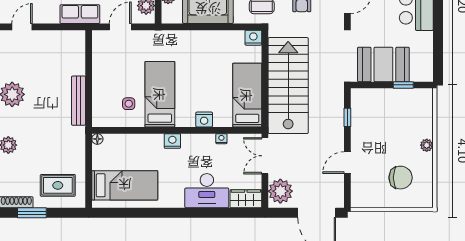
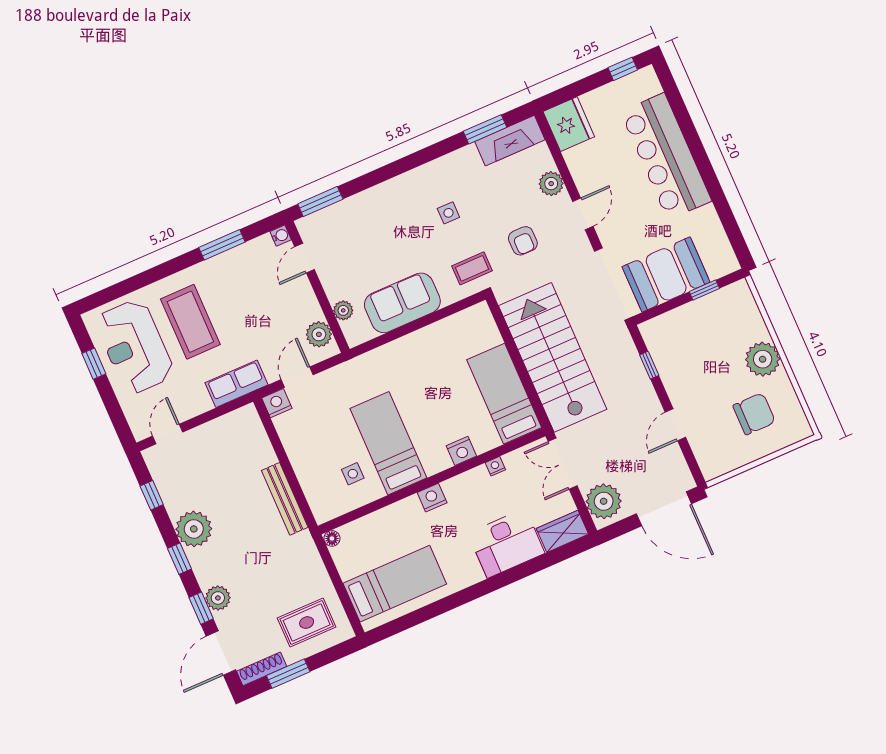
nightstand: (253, 38) -> (277, 403), moved
plant: (427, 145) -> (763, 359), width x1.88, depth x1.88

